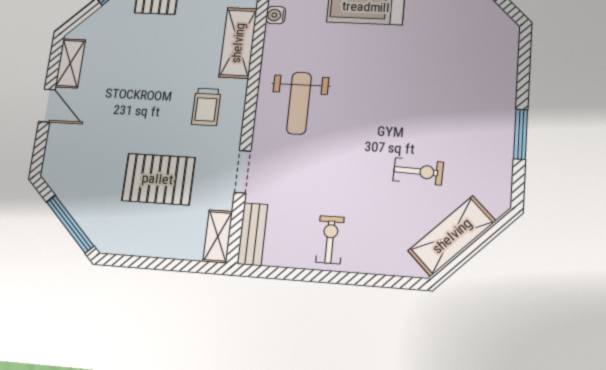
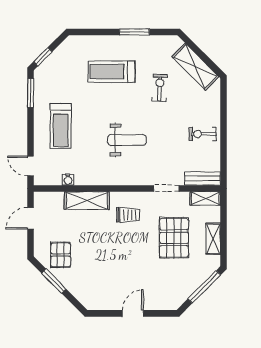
shelving: (70, 63) -> (213, 239), moved, turned 90
treadmill: (452, 92) -> (112, 72), added
weight bench: (299, 103) -> (127, 140), moved

